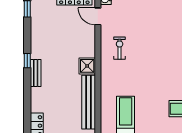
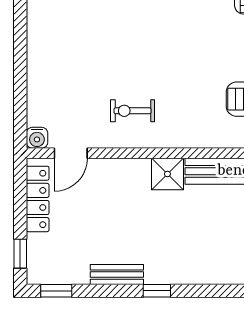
bench: (36, 73) -> (117, 275), moved

